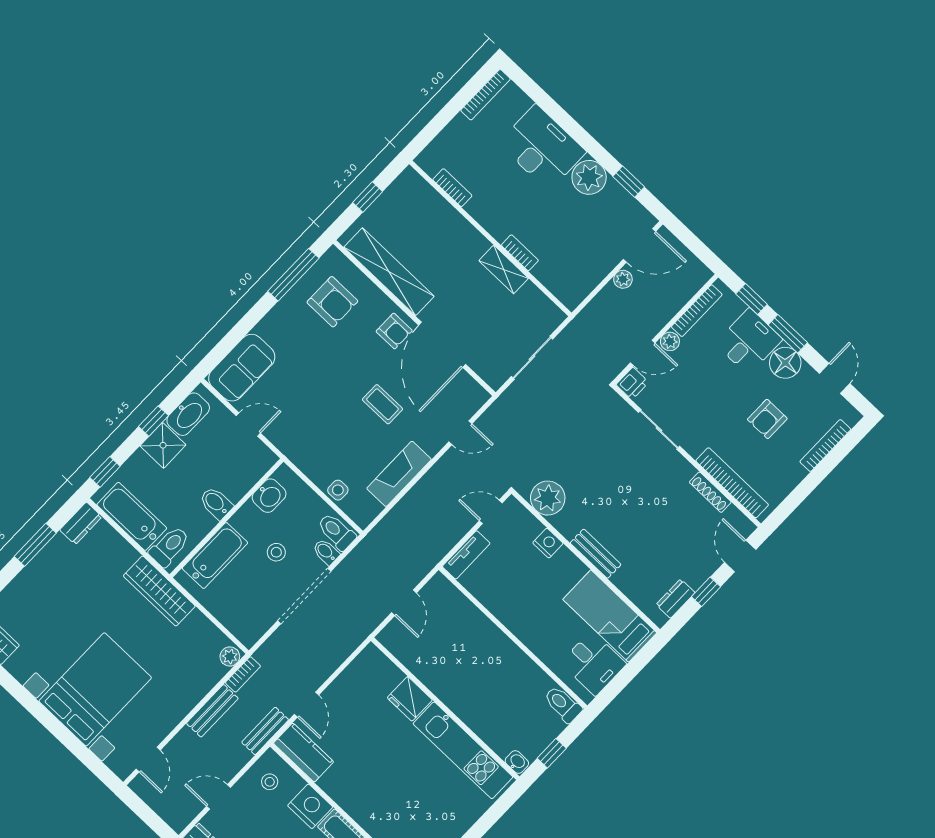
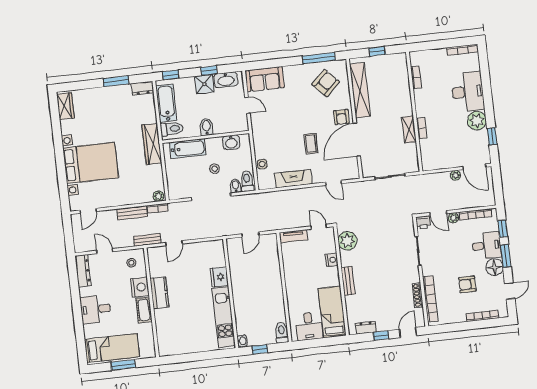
armchair: (332, 302) -> (326, 83), turned -133
kitchen counter: (304, 752) -> (159, 293), moved

